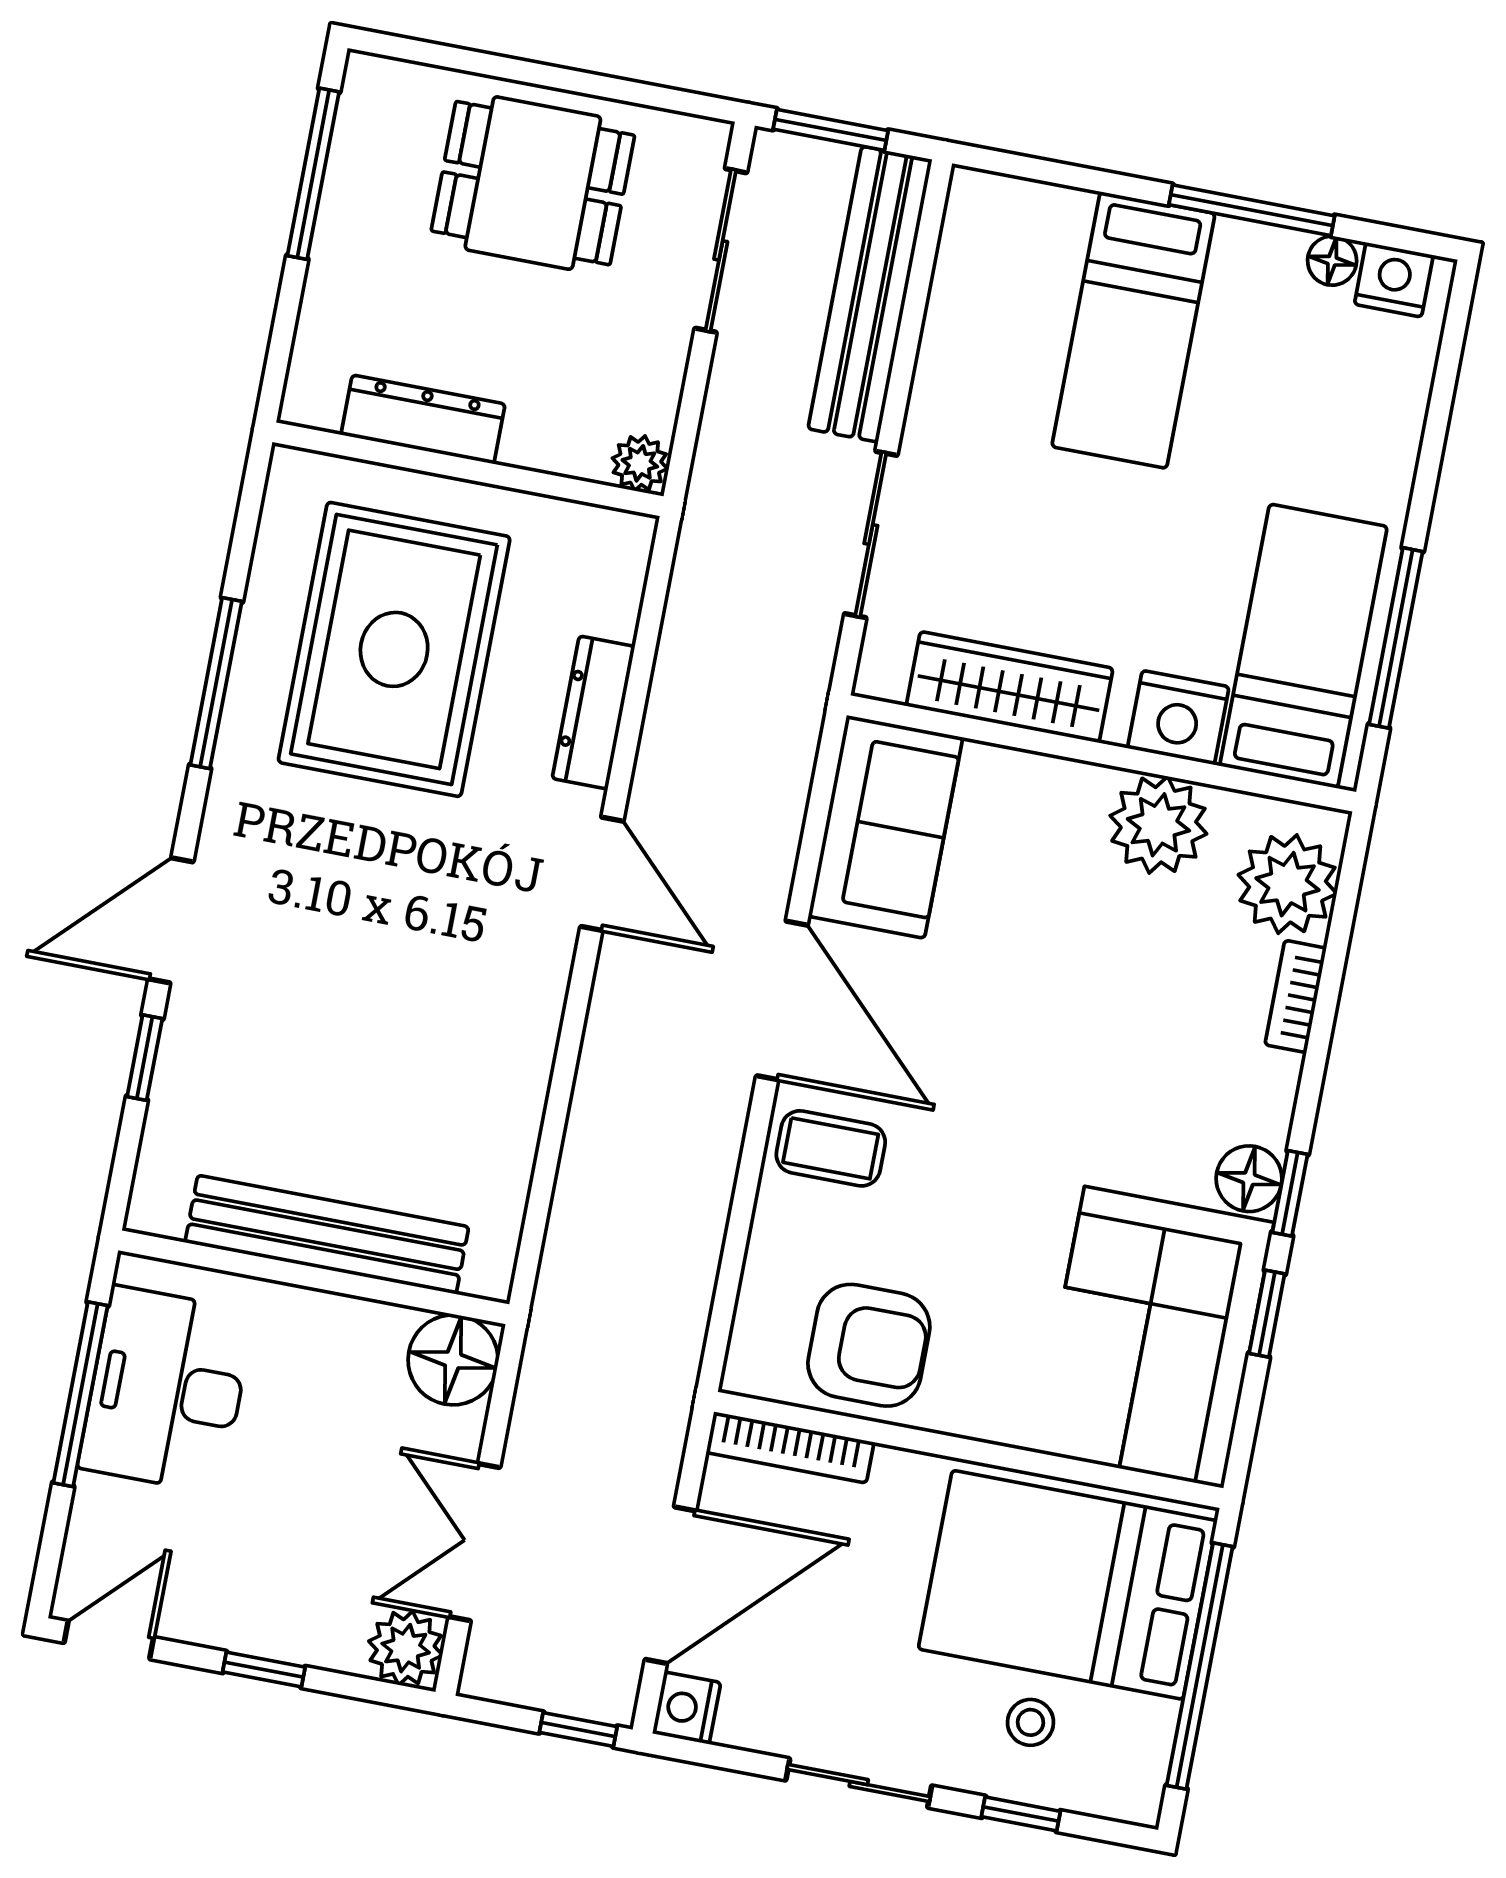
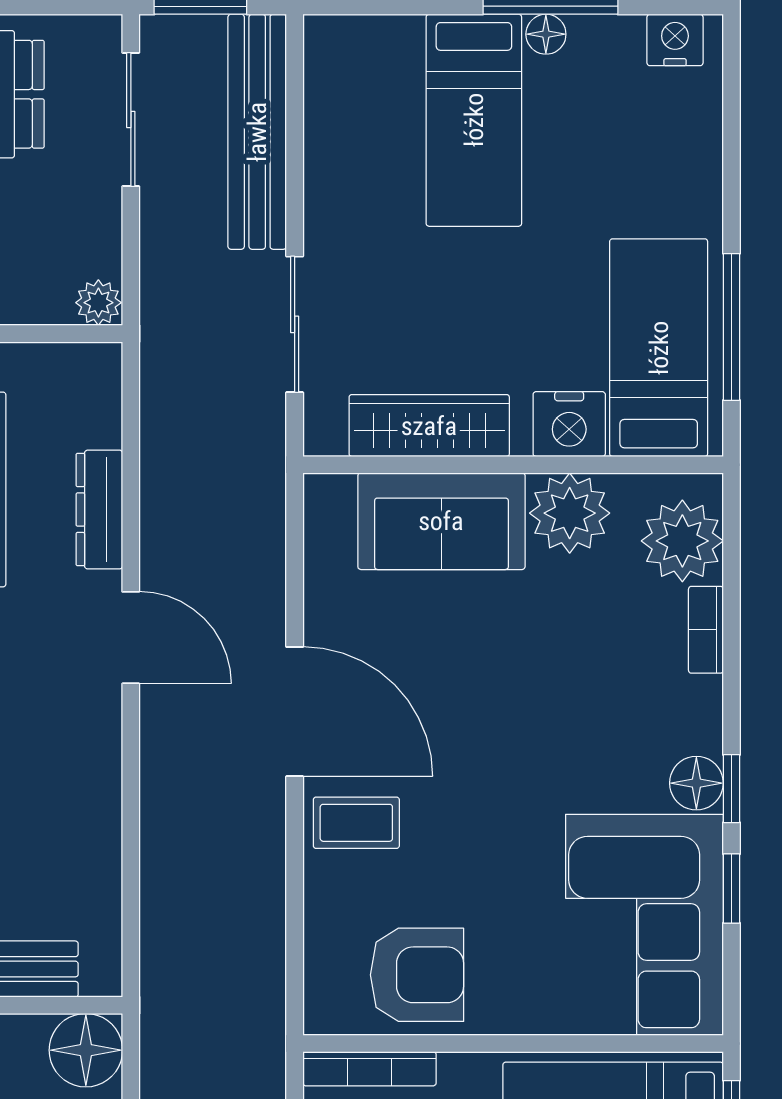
floor lamp: (1332, 261) -> (546, 34), moved
sofa: (886, 827) -> (441, 521), moved, turned 90

